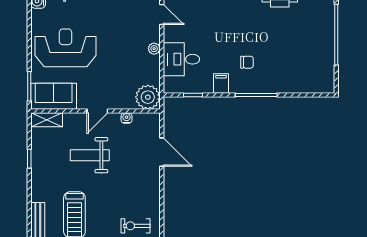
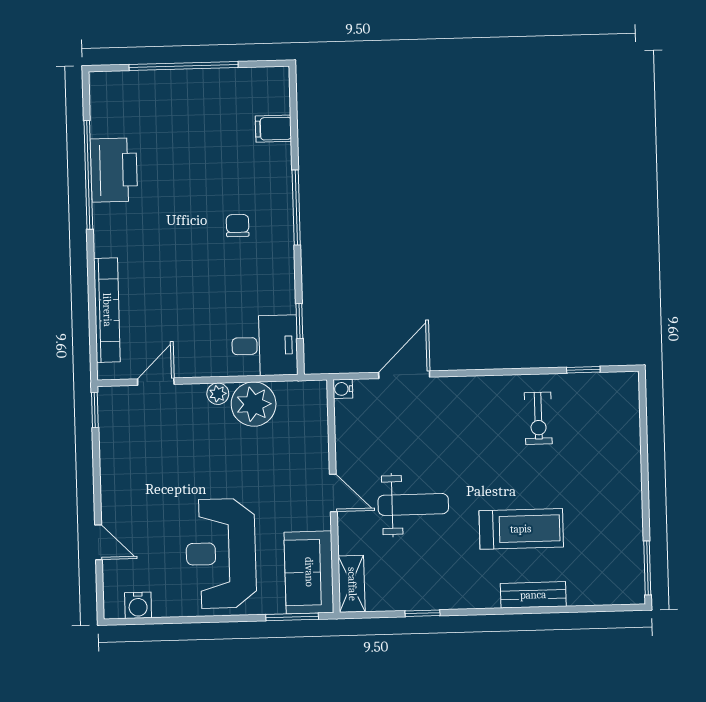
desk: (181, 59) -> (265, 346), moved, turned -90
filing cabinet: (221, 84) -> (273, 129), moved
plant: (148, 97) -> (254, 404), moved
water cooler: (127, 118) -> (343, 389), moved
weight bench: (90, 155) -> (413, 504), turned -90

